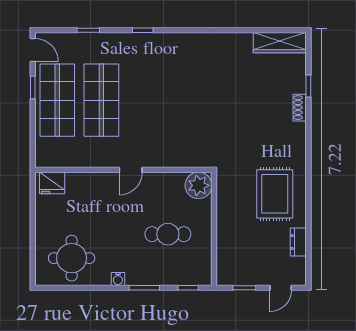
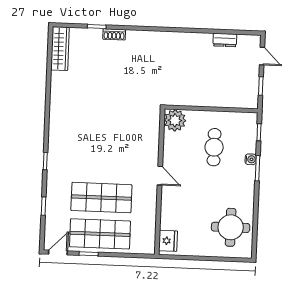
rug: (275, 194) -> (184, 58), removed
water cooler: (118, 279) -> (251, 159), moved

